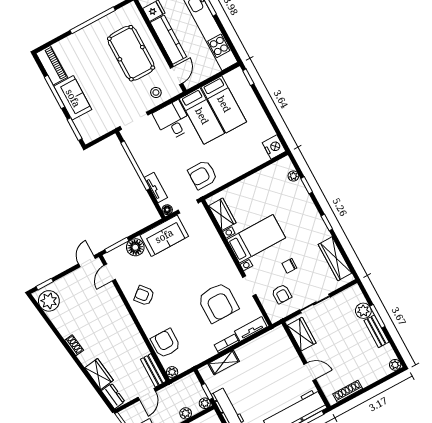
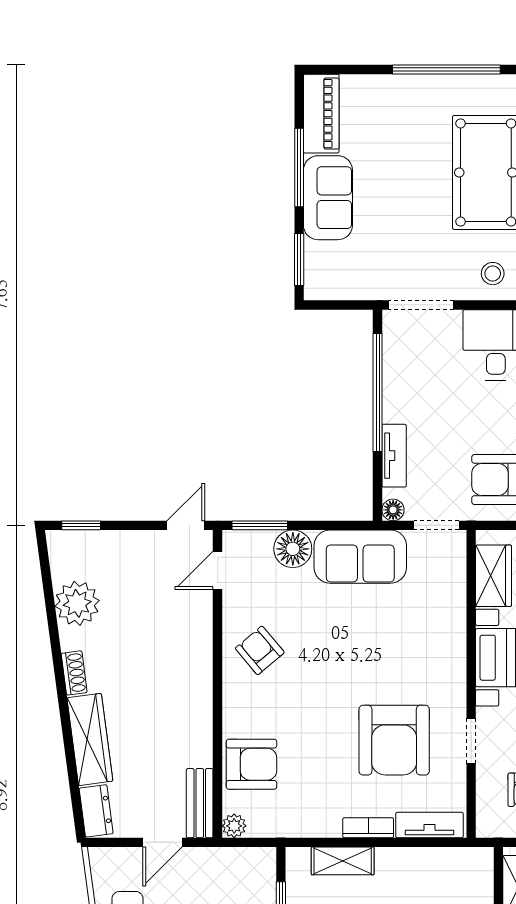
plant: (49, 301) -> (77, 603), moved
armchair: (166, 343) -> (251, 764), turned 90
wardrobe: (99, 374) -> (90, 739), width x1.50

